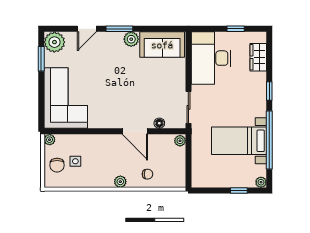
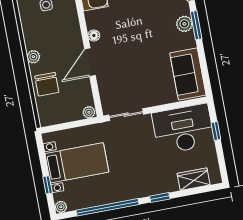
window: (236, 29) -> (216, 131), moved
plant: (131, 39) -> (184, 24), moved
floor lamp: (159, 123) -> (94, 35), moved
bed with nightstands: (239, 141) -> (77, 163), moved, turned 90
chair: (147, 174) -> (47, 84), width x1.87, depth x1.87

